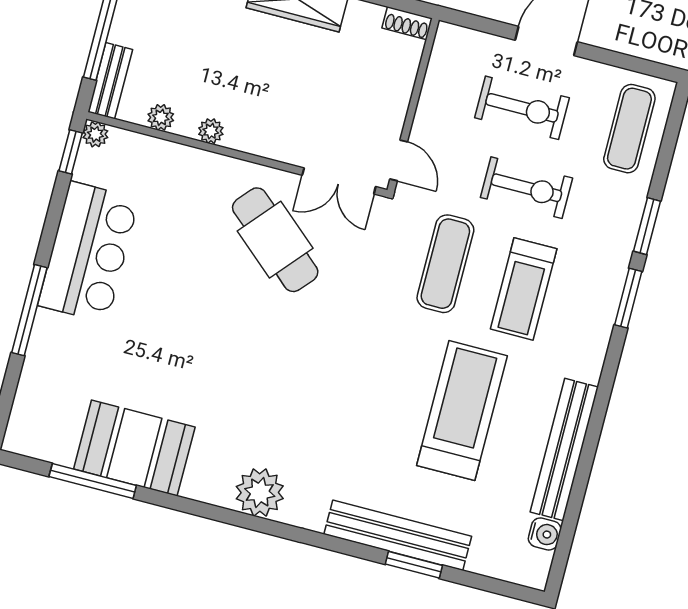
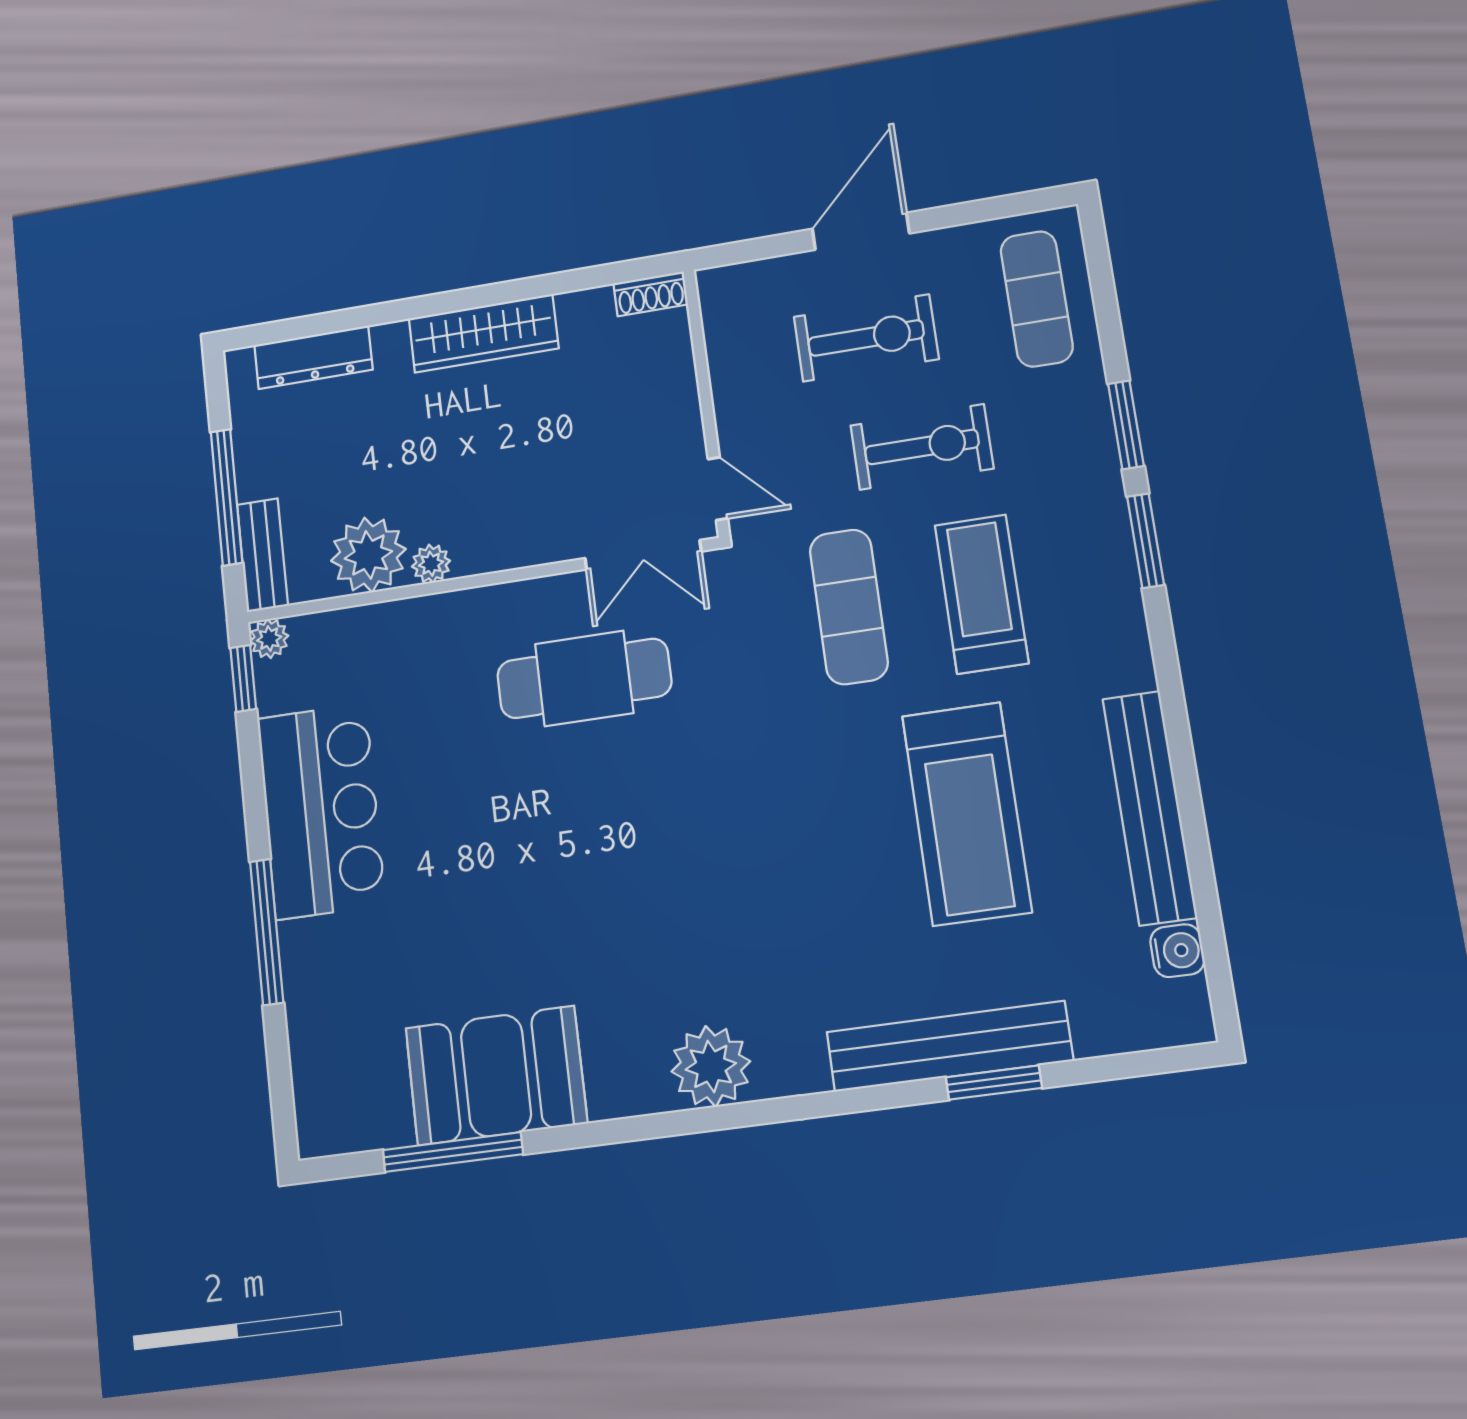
plant: (161, 117) -> (368, 555), width x1.87, depth x1.87
cafe table: (275, 240) -> (584, 678), turned -41
treadmill: (524, 289) -> (981, 594), turned 180
treadmill: (462, 411) -> (967, 814), turned 180

